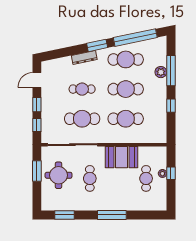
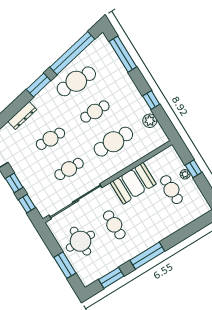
dresser: (84, 58) -> (22, 115), moved
window: (171, 71) -> (123, 54), moved
plant: (161, 72) -> (150, 121), moved
cafe table: (126, 89) -> (95, 111), width x0.73, depth x0.74
cafe table: (82, 119) -> (69, 169), width x0.73, depth x0.74
window: (37, 171) -> (65, 265), moved
window: (112, 215) -> (147, 256), moved

